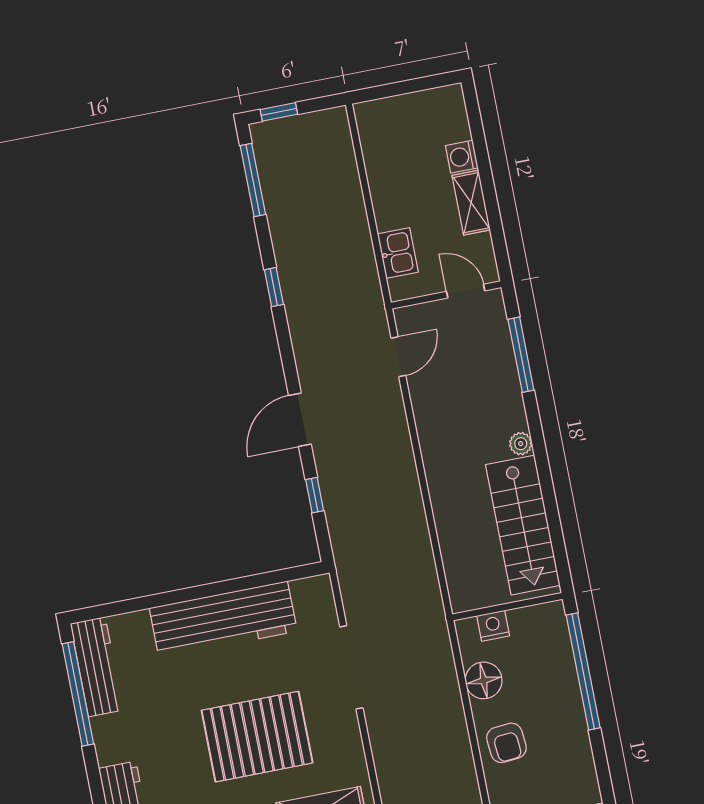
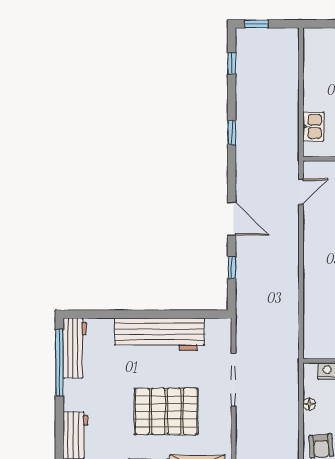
window: (253, 180) -> (232, 63), width x0.46
door: (300, 420) -> (232, 219), swing flipped
floor lamp: (484, 680) -> (309, 404), width x0.53, depth x0.53

